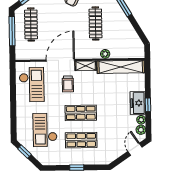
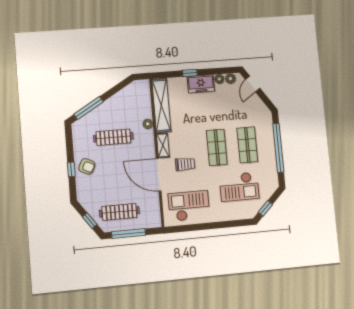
window: (148, 105) -> (190, 73), moved
door: (135, 149) -> (253, 84), hinge flipped
window: (77, 168) -> (278, 148), width x3.17

